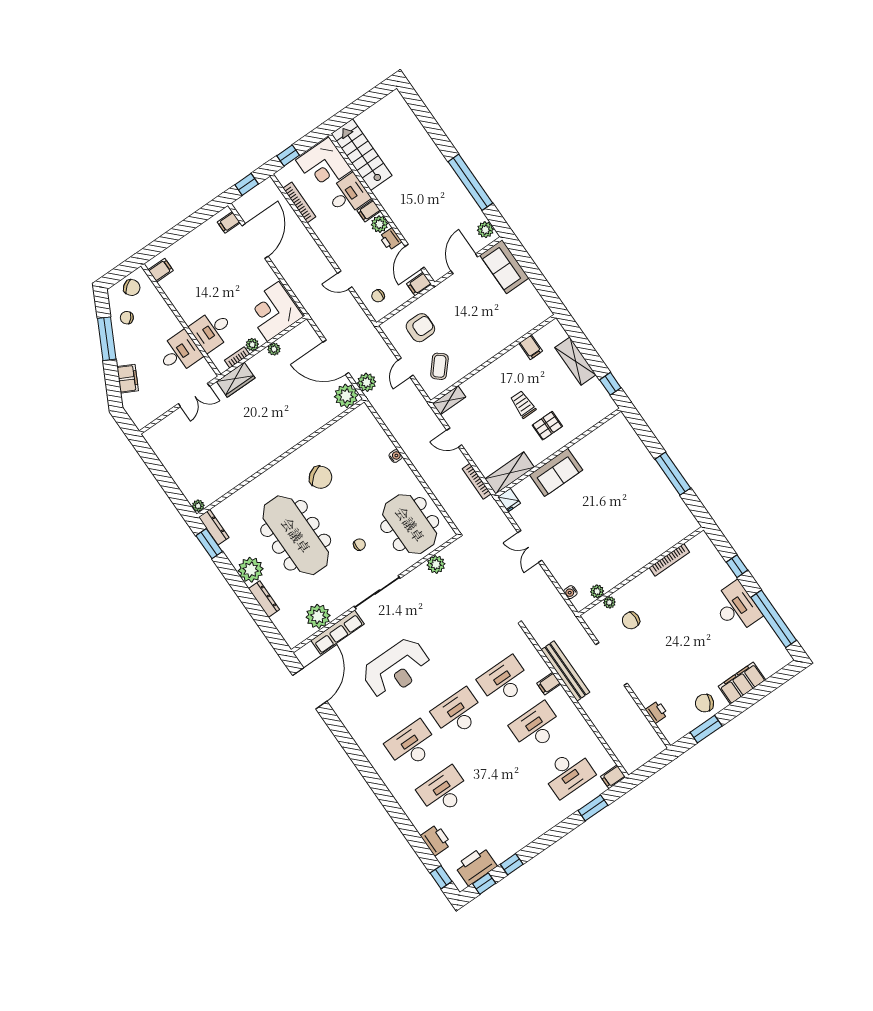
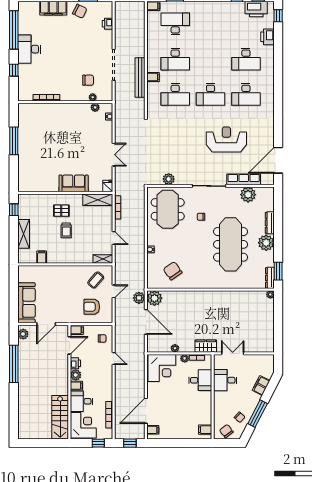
sofa: (504, 267) -> (26, 303), width x1.36
chair: (321, 477) -> (173, 271), moved

